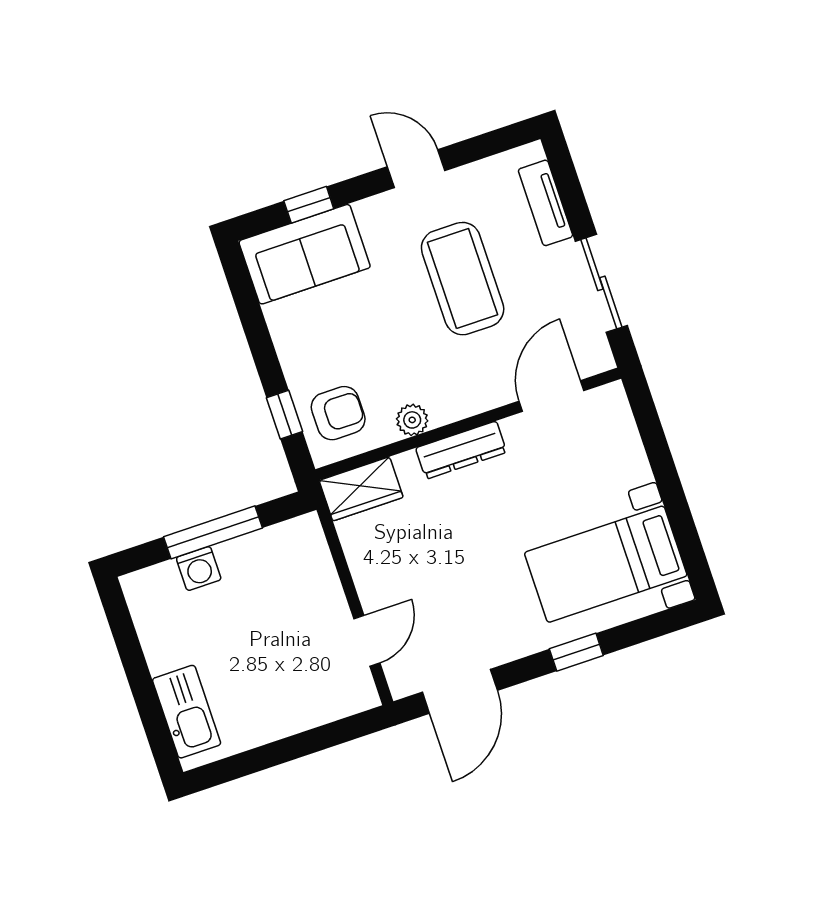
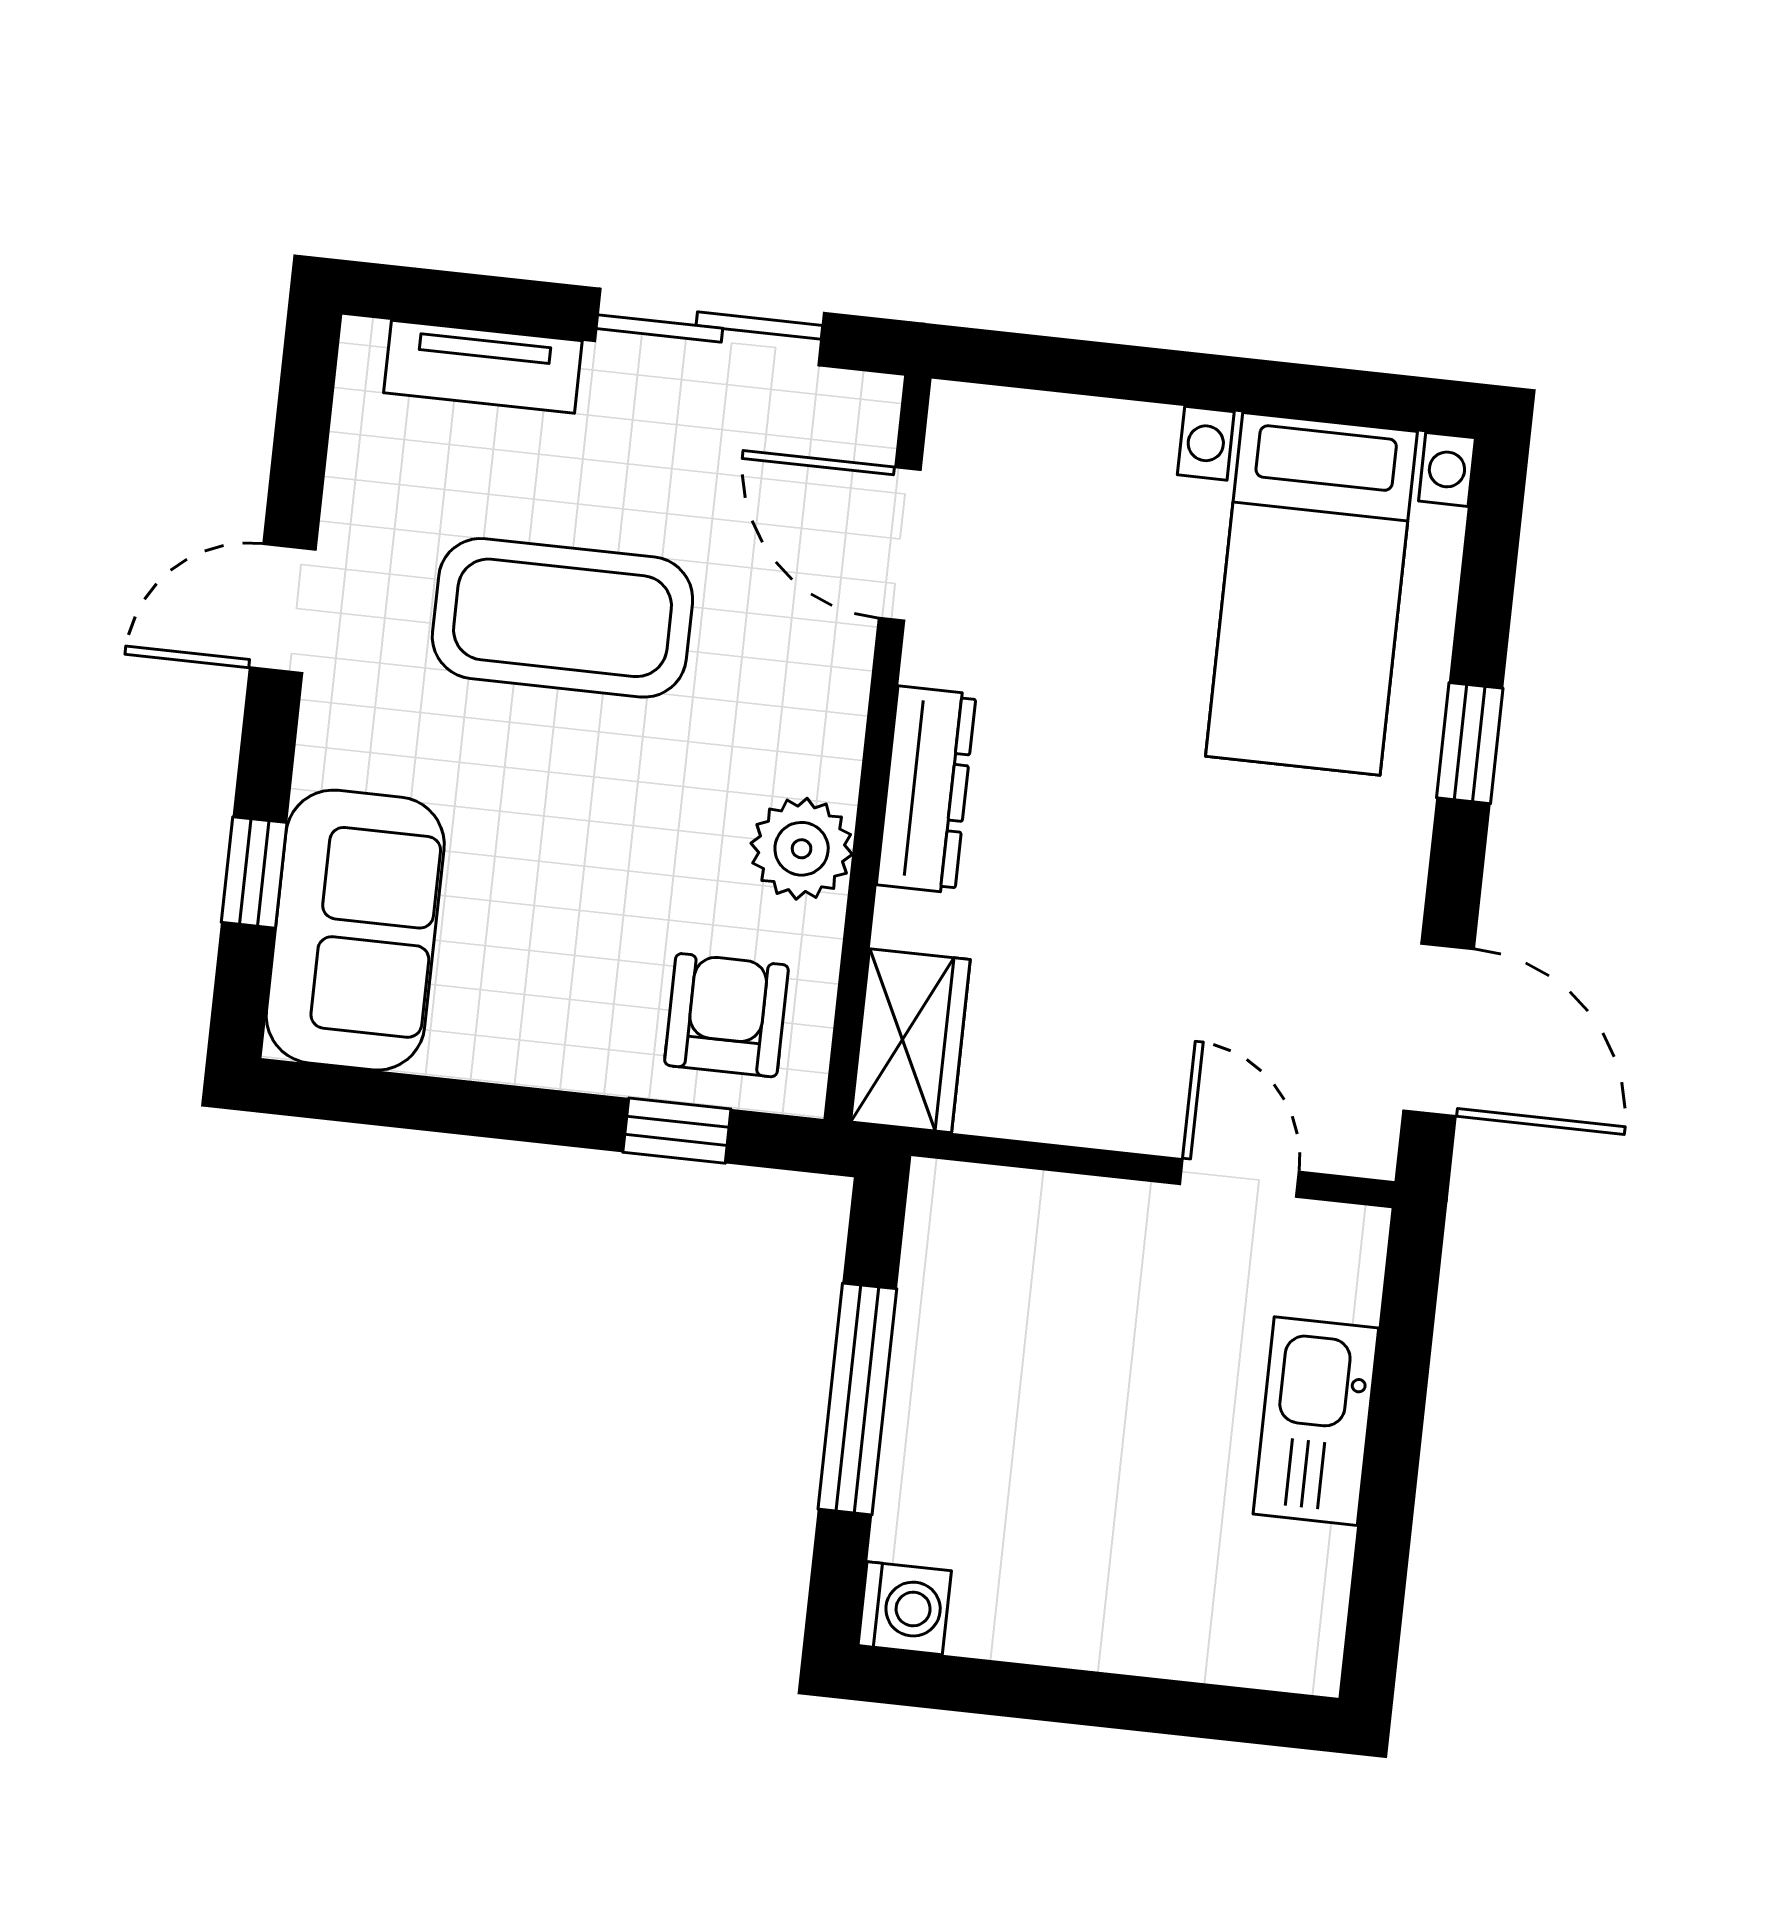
plant: (412, 420) -> (802, 849), width x1.38, depth x1.38
washing machine: (199, 569) -> (905, 1608), moved
kitchen sink: (187, 712) -> (1316, 1421), moved, turned -90

